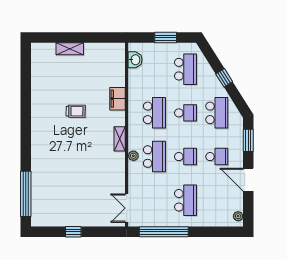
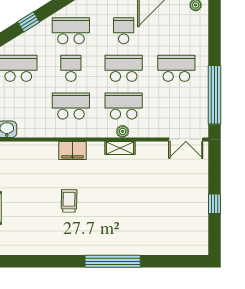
filing cabinet: (118, 99) -> (73, 150), moved
shelving: (120, 139) -> (120, 148), moved
school desk: (186, 157) -> (124, 68), width x1.85
window: (26, 194) -> (113, 261), moved

